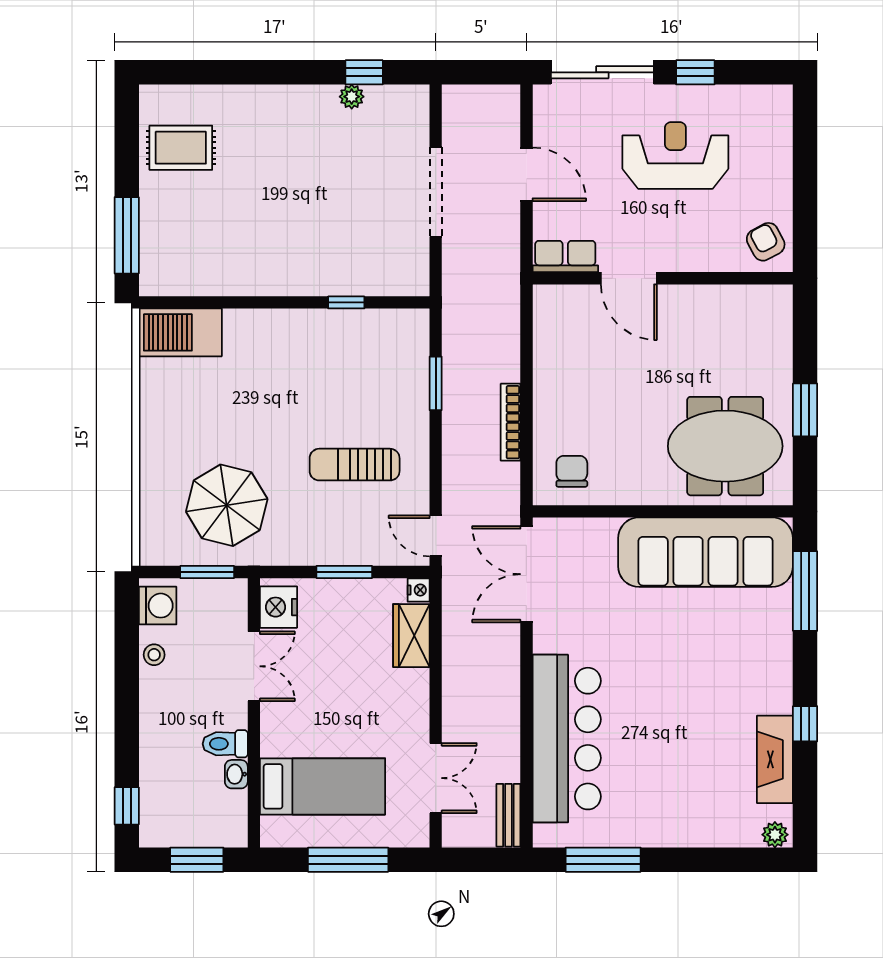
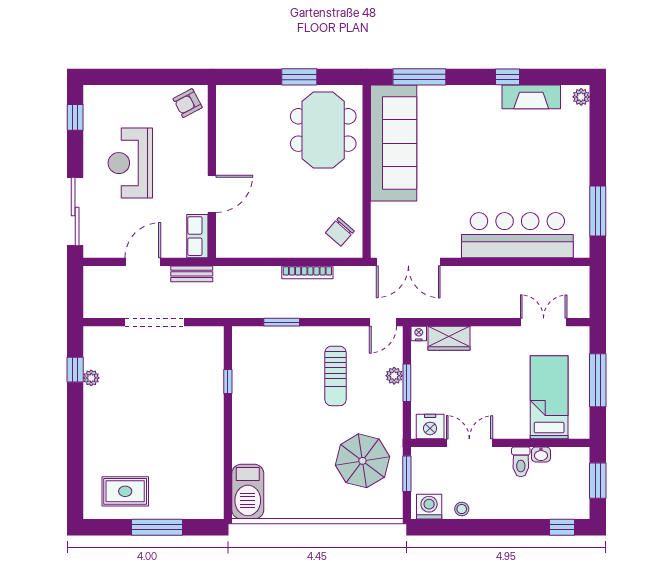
window: (695, 72) -> (75, 117), moved
rug: (181, 148) -> (125, 491), turned 90
window: (127, 235) -> (157, 527), moved
chair: (572, 471) -> (340, 232), turned -49
plant: (355, 553) -> (394, 376), added
bench: (508, 815) -> (192, 274), moved

